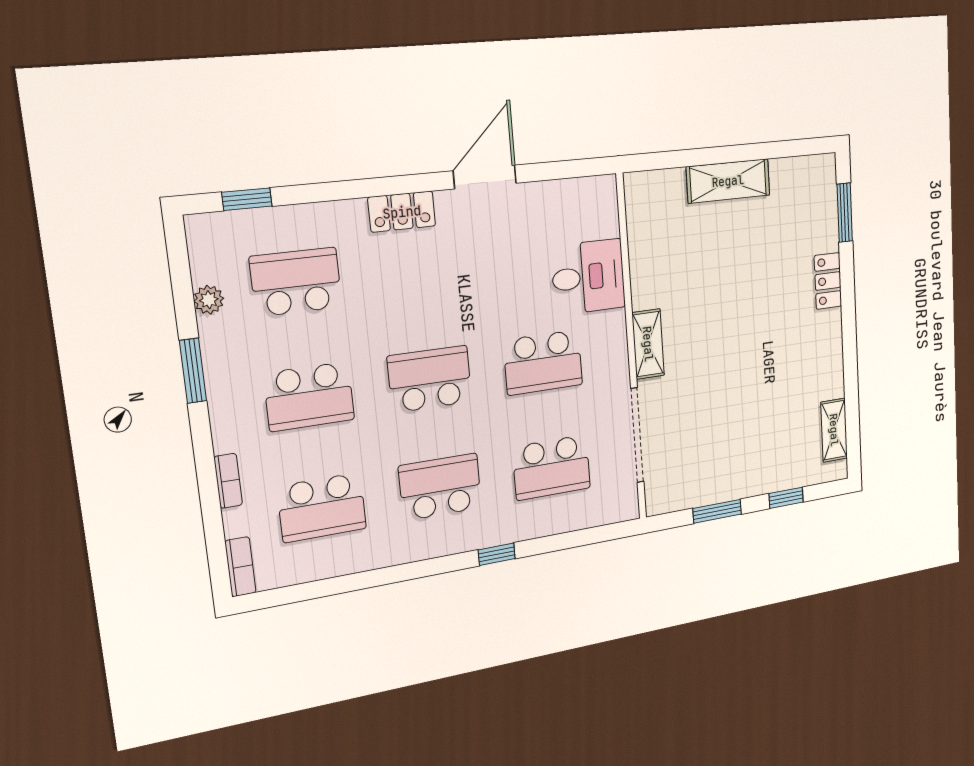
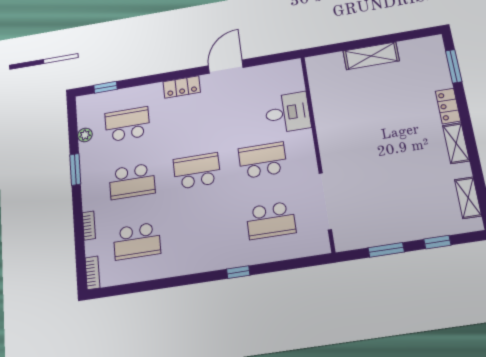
shelving: (648, 344) -> (456, 143), moved
school desk: (543, 363) -> (263, 160), turned 180
school desk: (440, 487) -> (203, 231), removed

